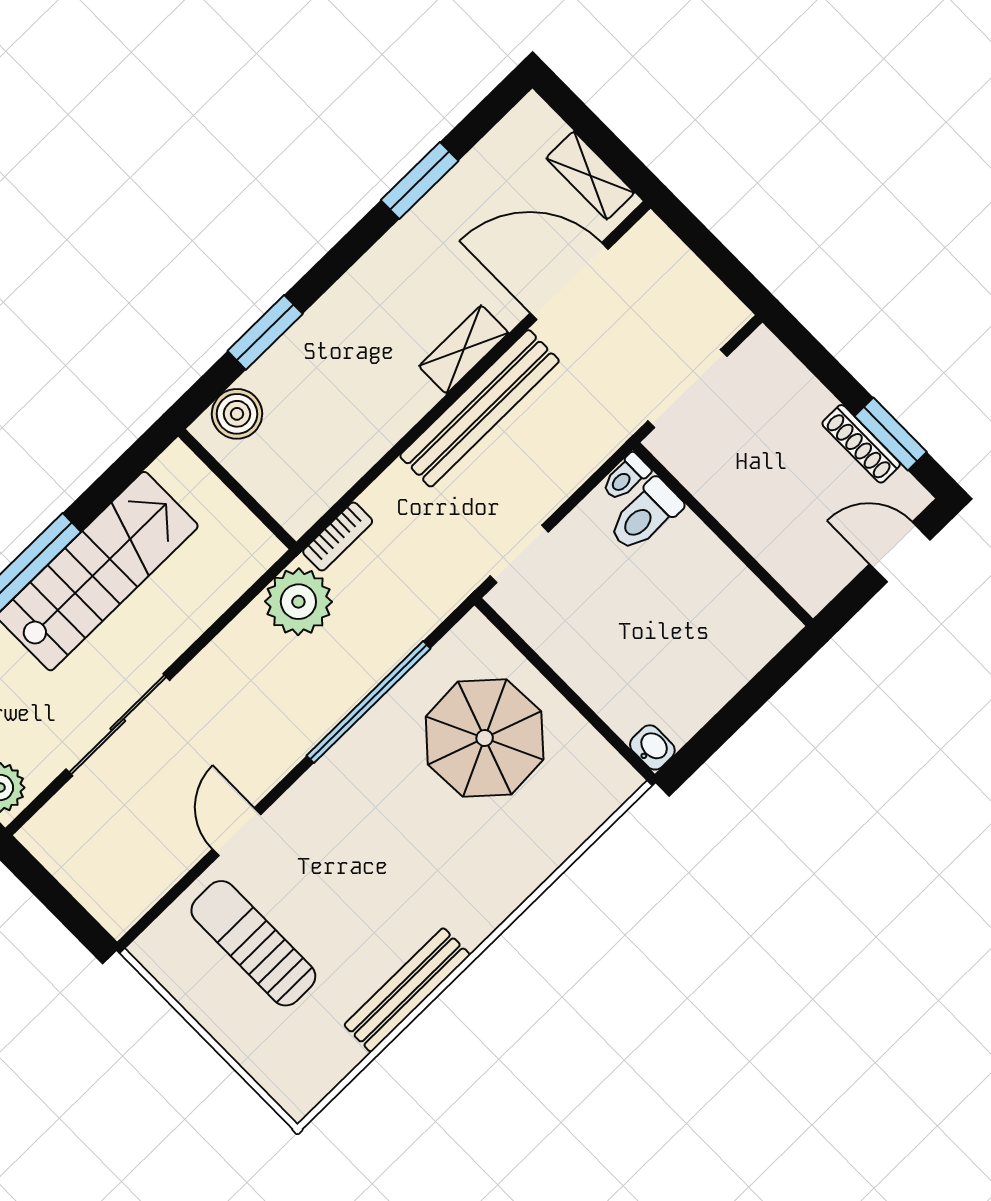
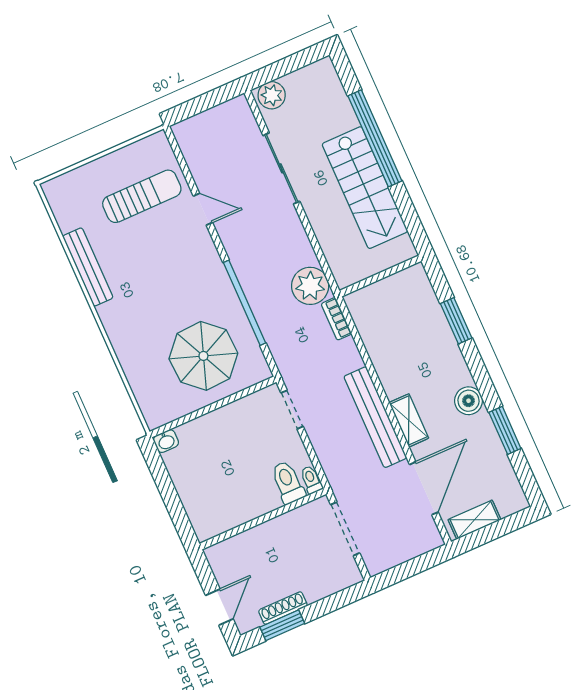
boiler: (237, 414) -> (469, 401), moved

